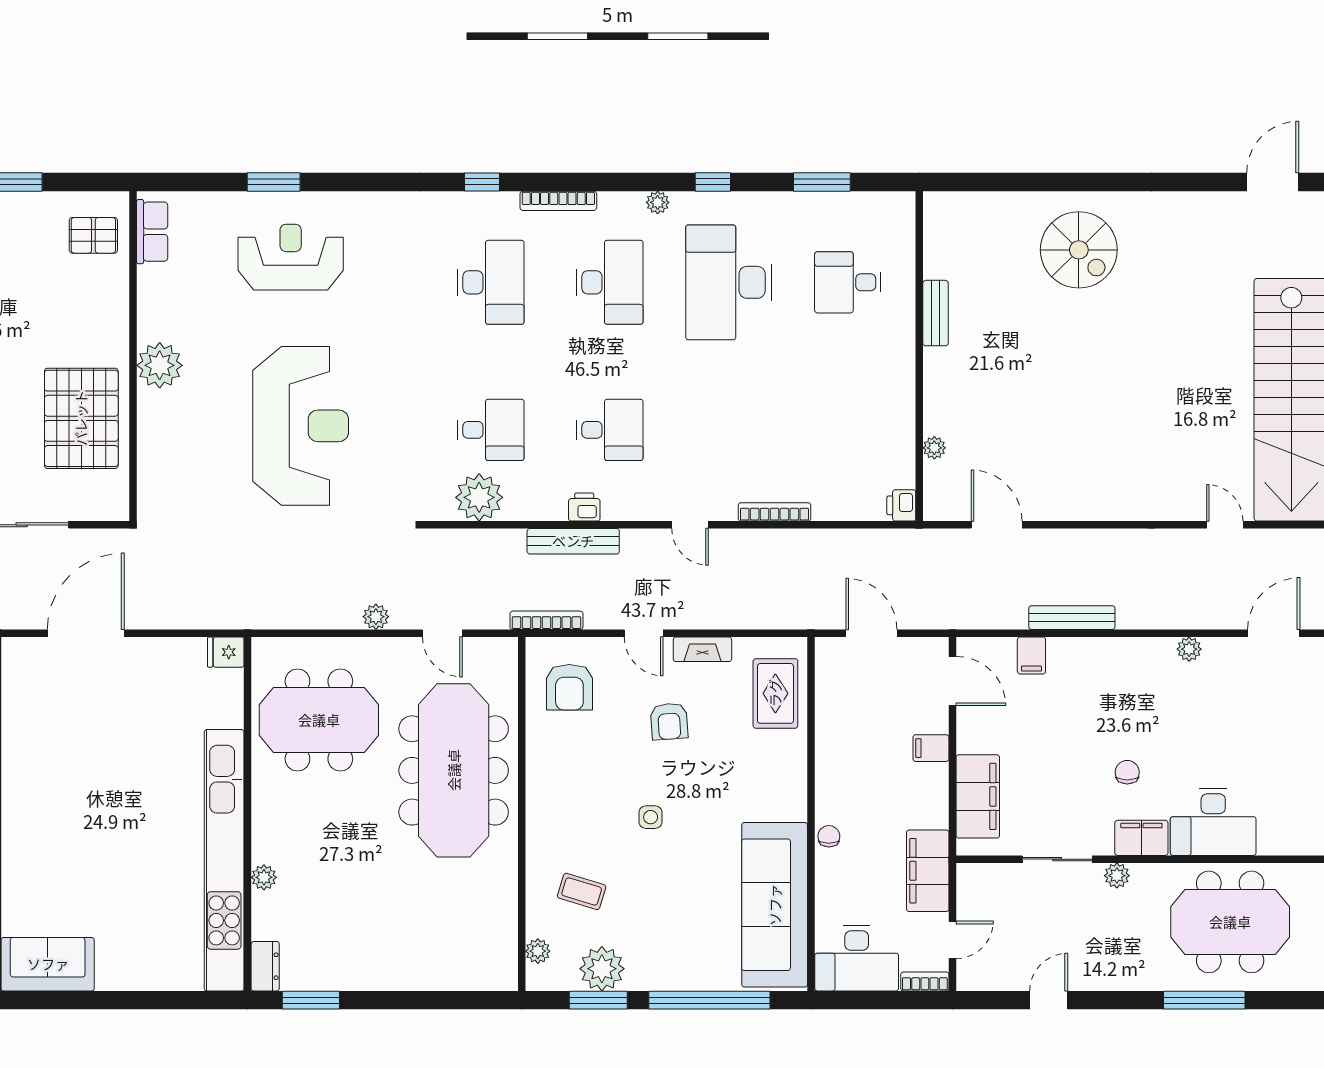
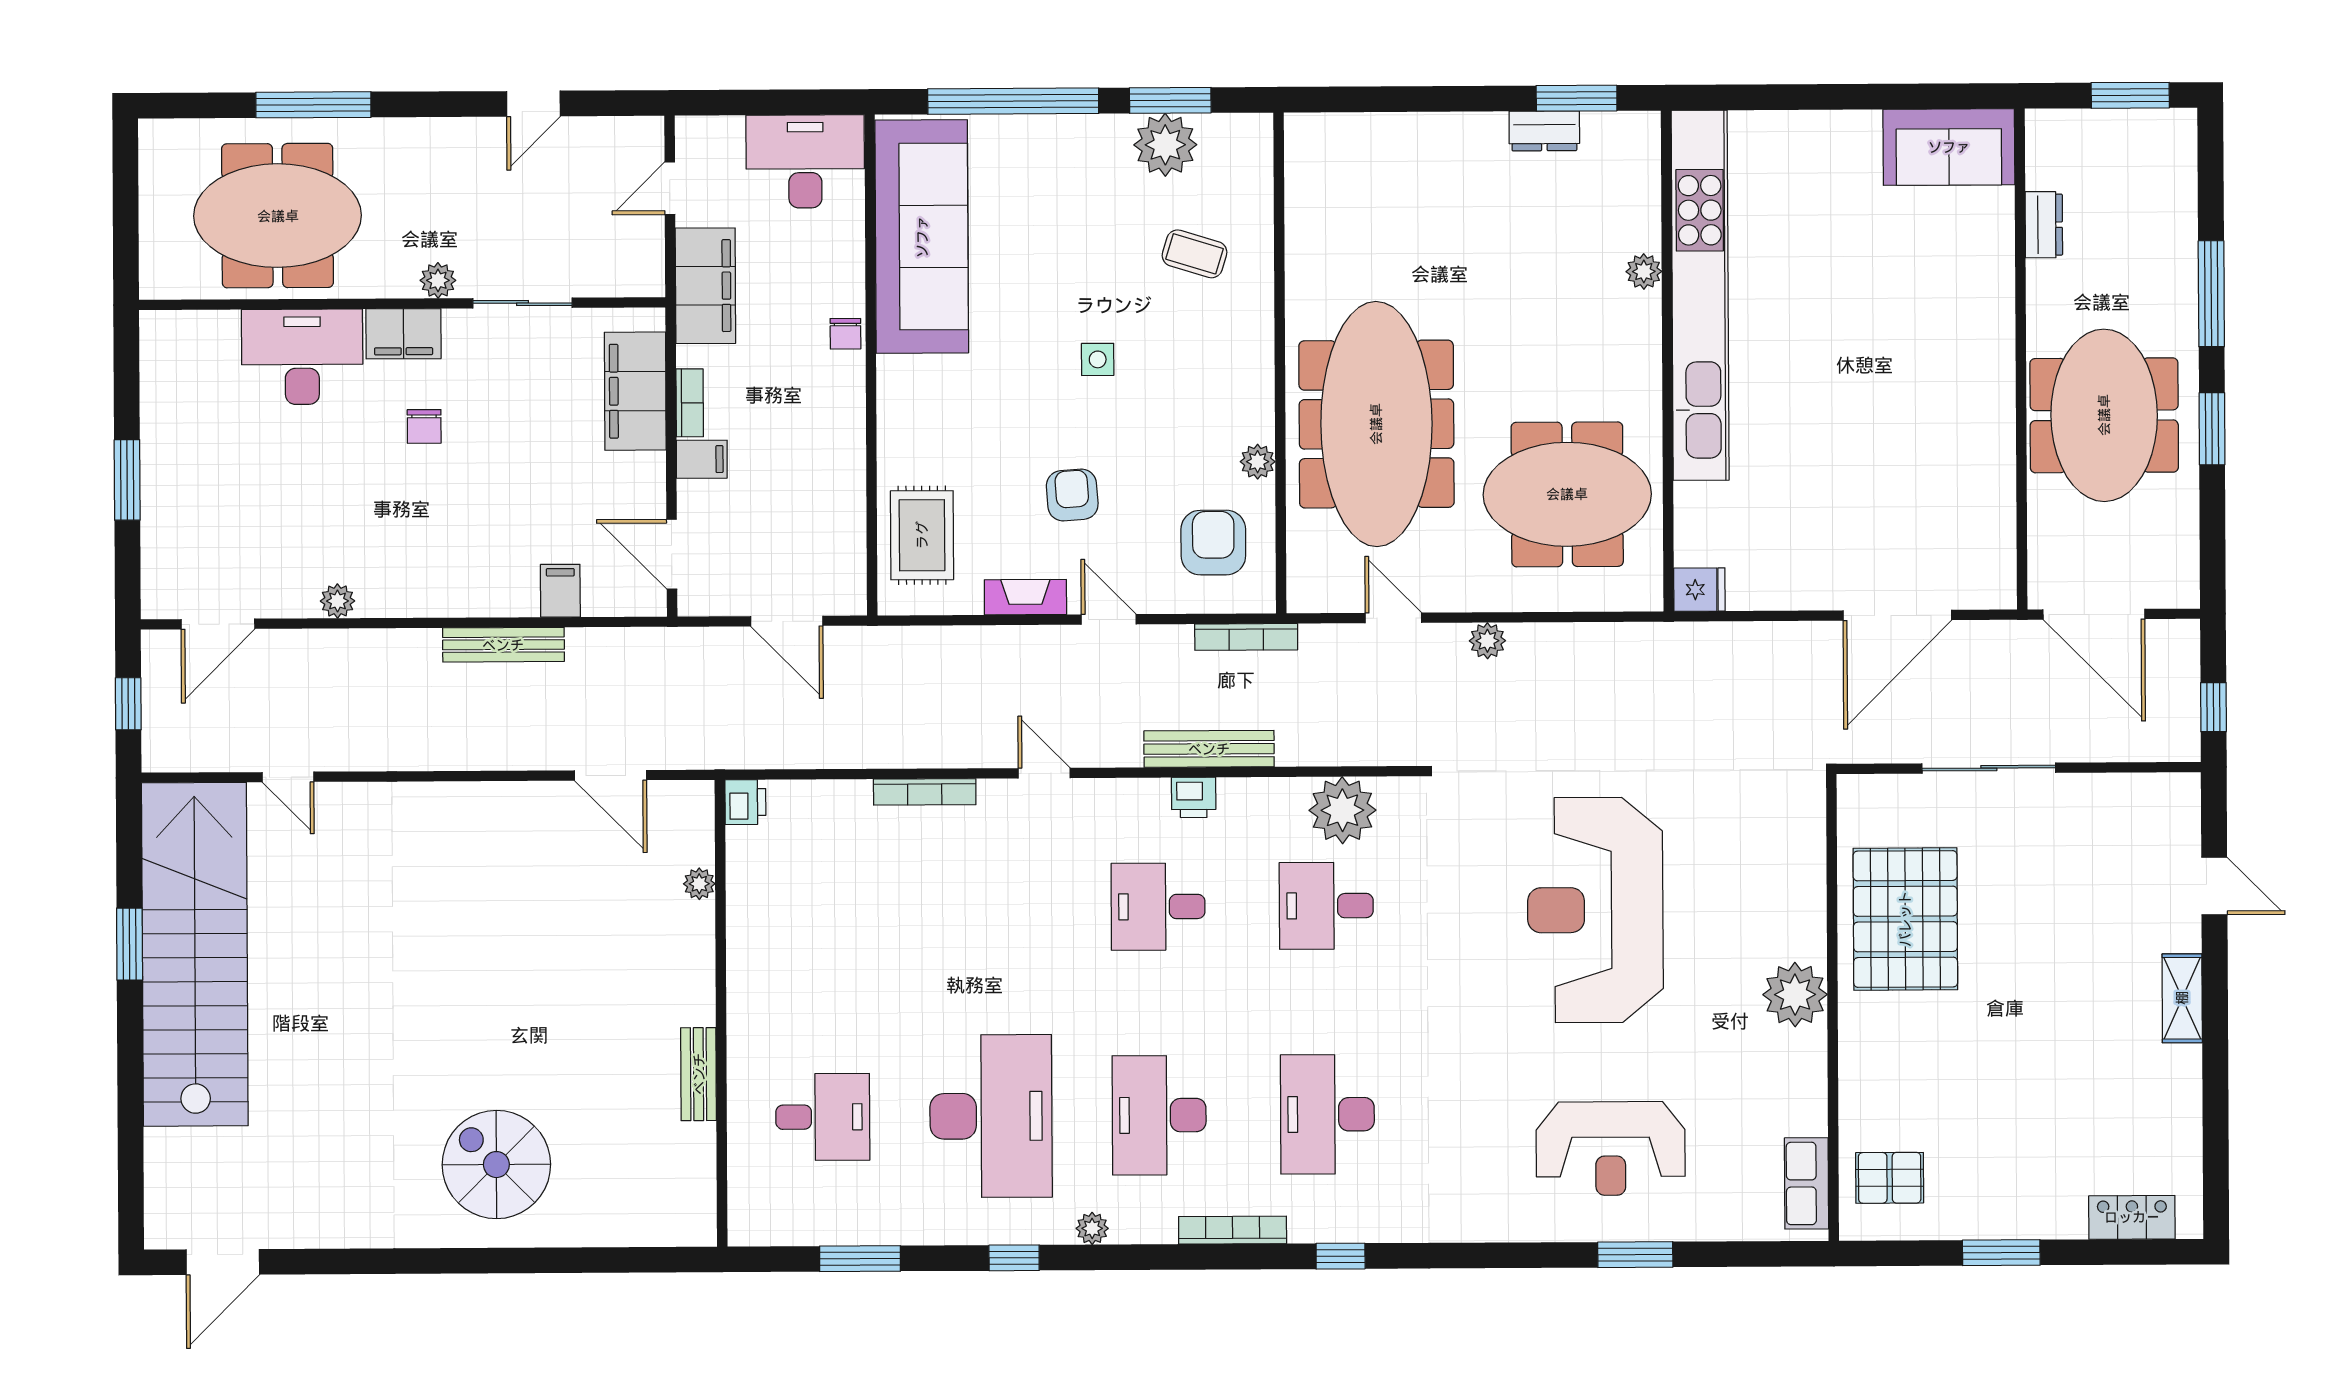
plant: (538, 951) -> (1258, 462), moved
dresser: (265, 966) -> (1544, 131), moved, turned -90
bookcase: (925, 982) -> (690, 403), moved, turned -90

